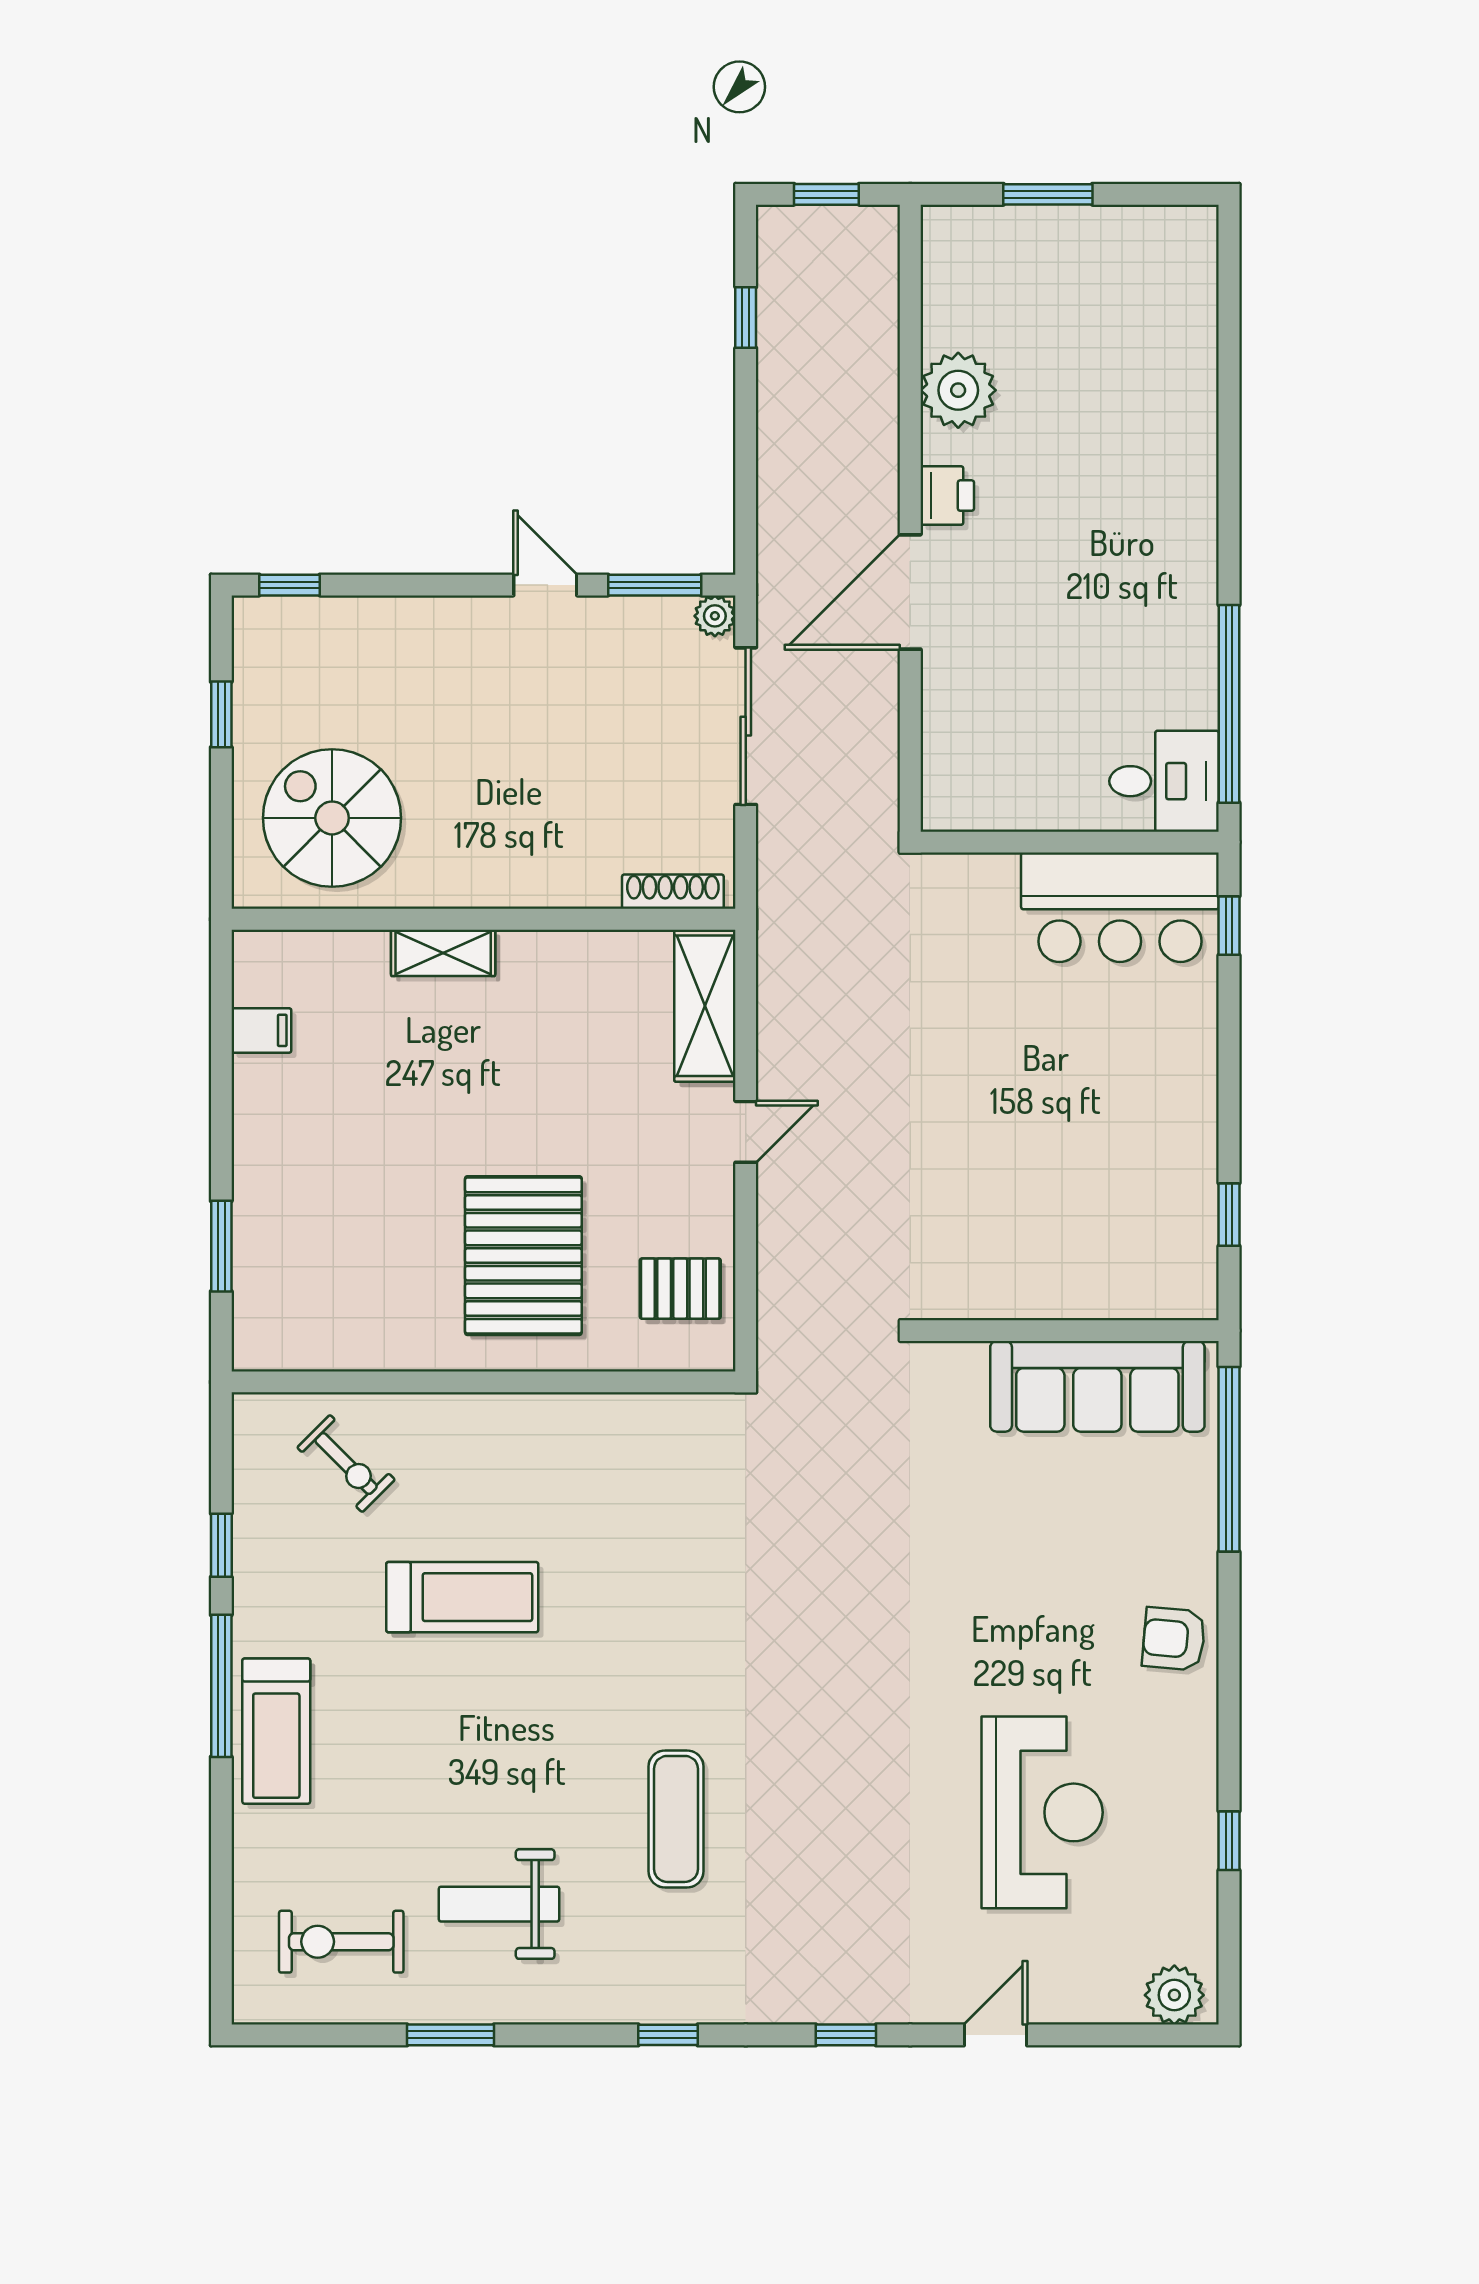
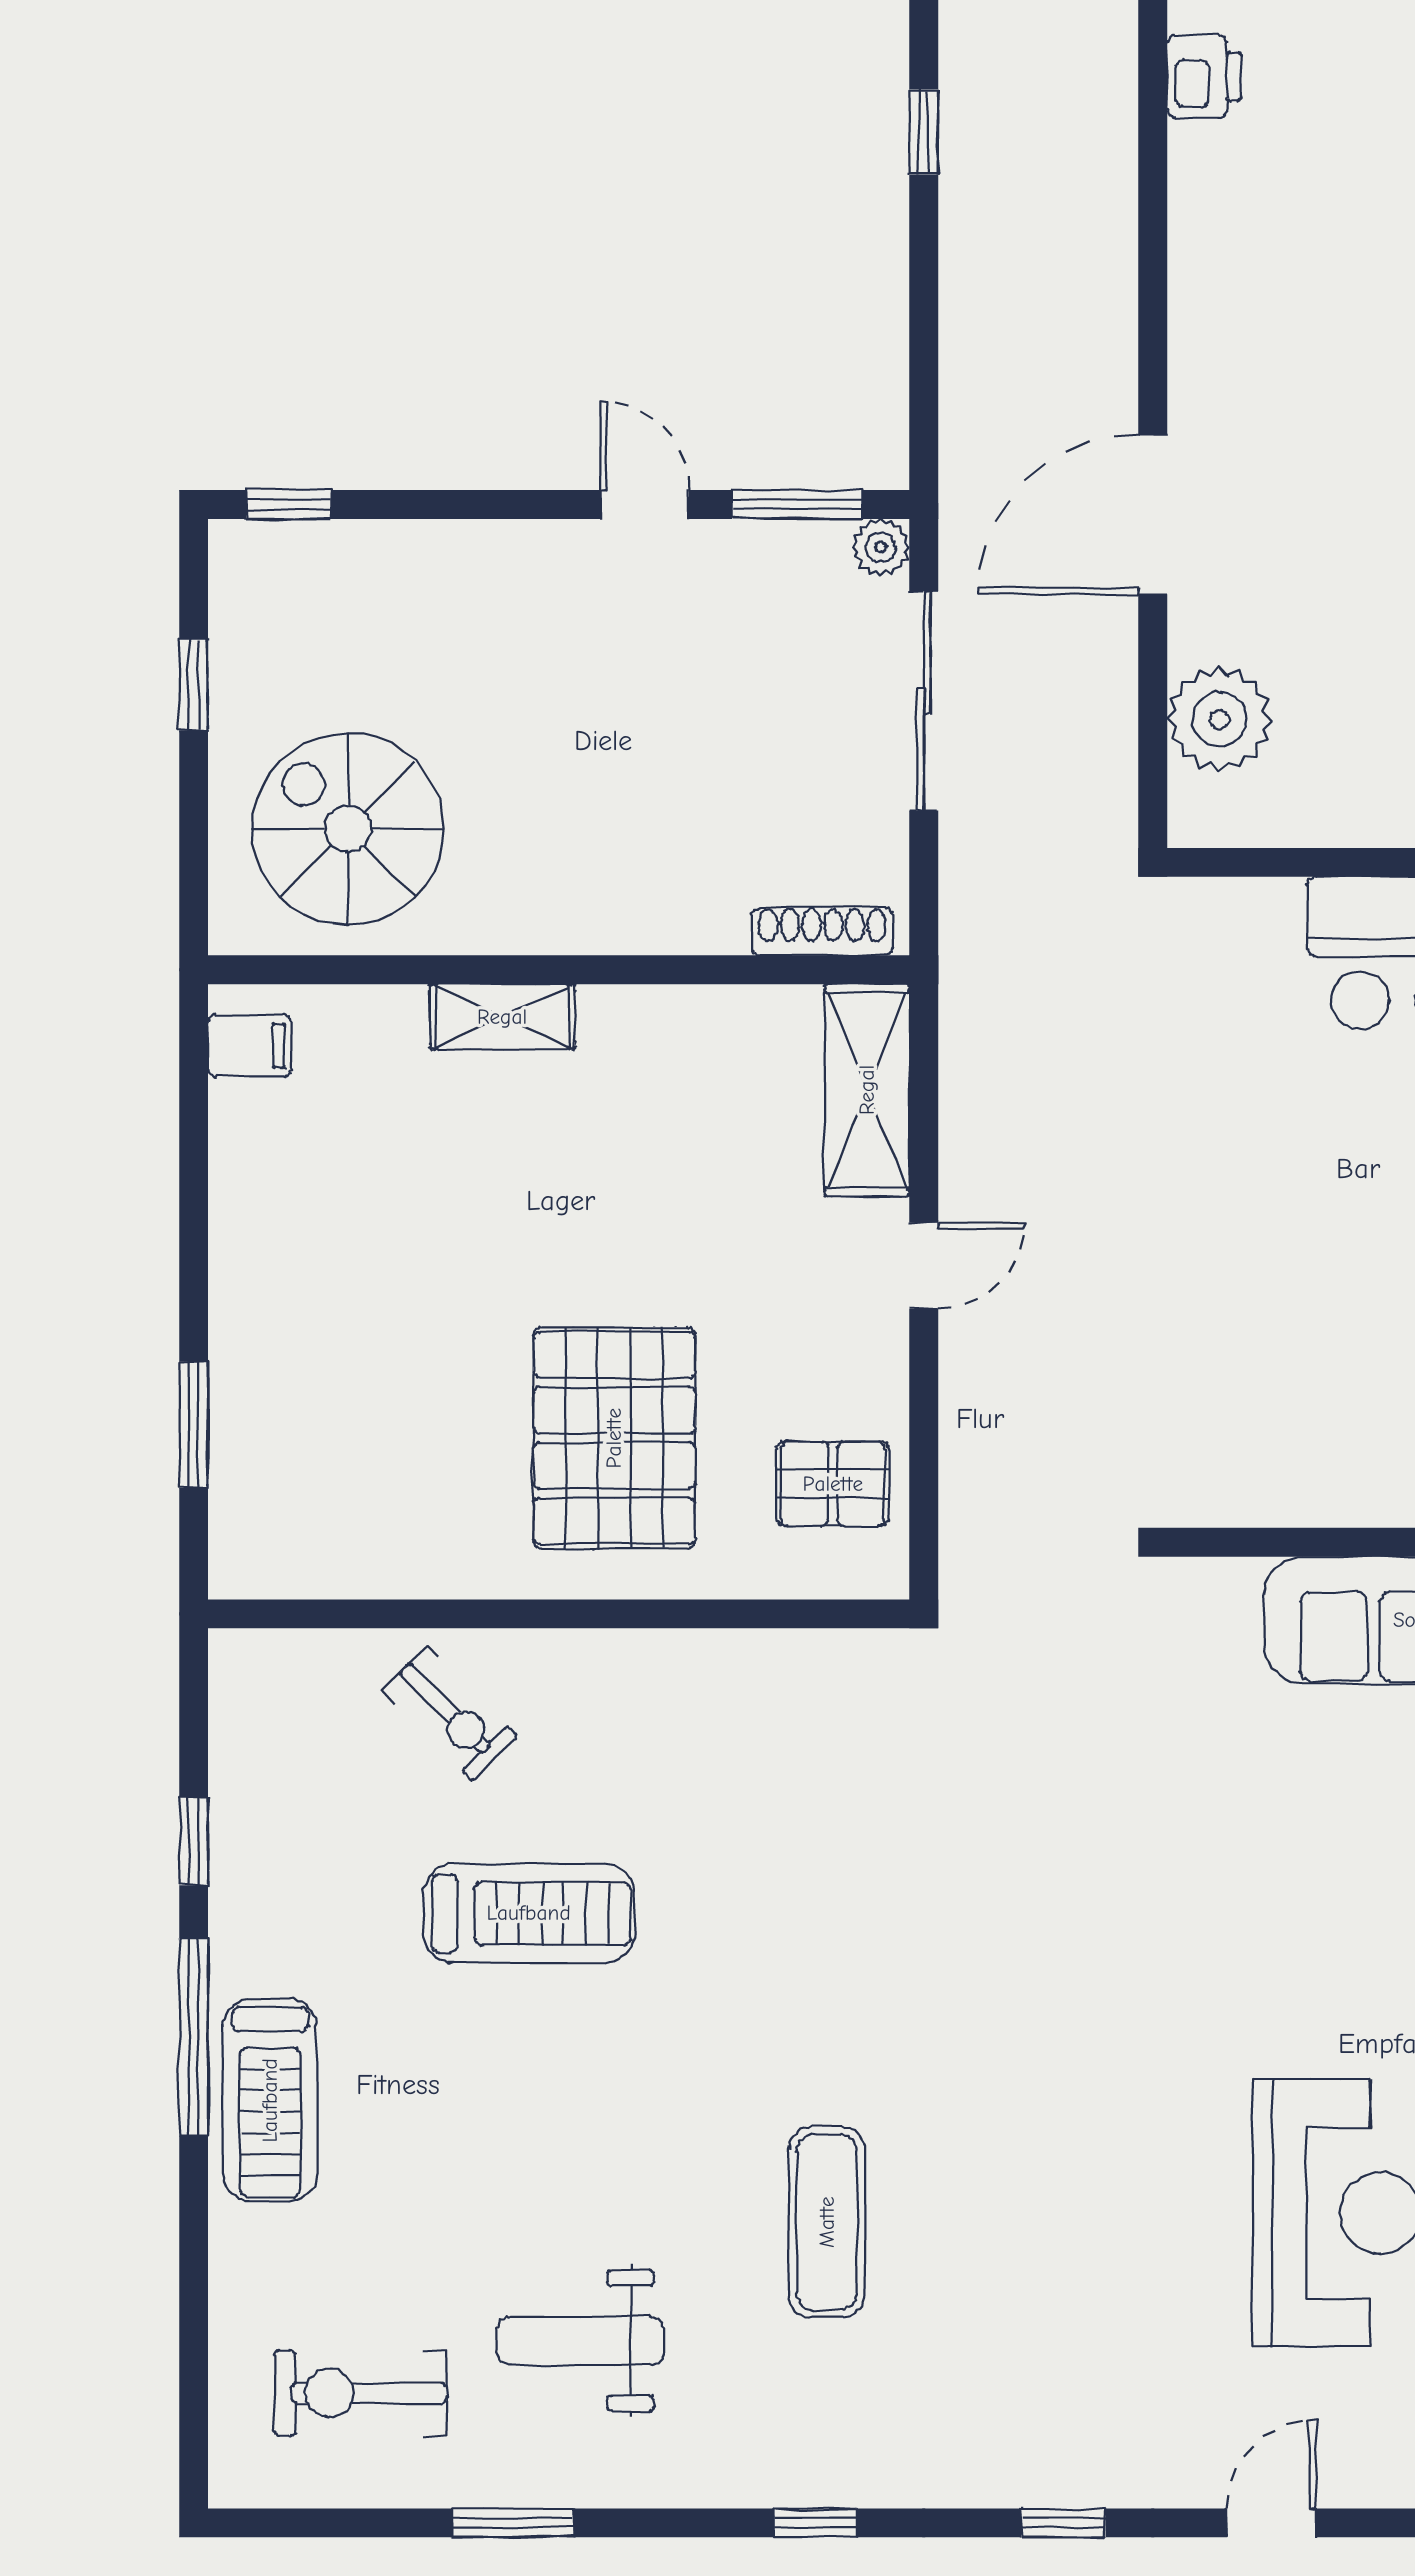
plant: (958, 390) -> (1220, 719), moved
printer: (947, 496) -> (1204, 76), moved
filing cabinet: (261, 1030) -> (250, 1046), moved
exercise bike: (346, 1464) -> (450, 1713), moved

